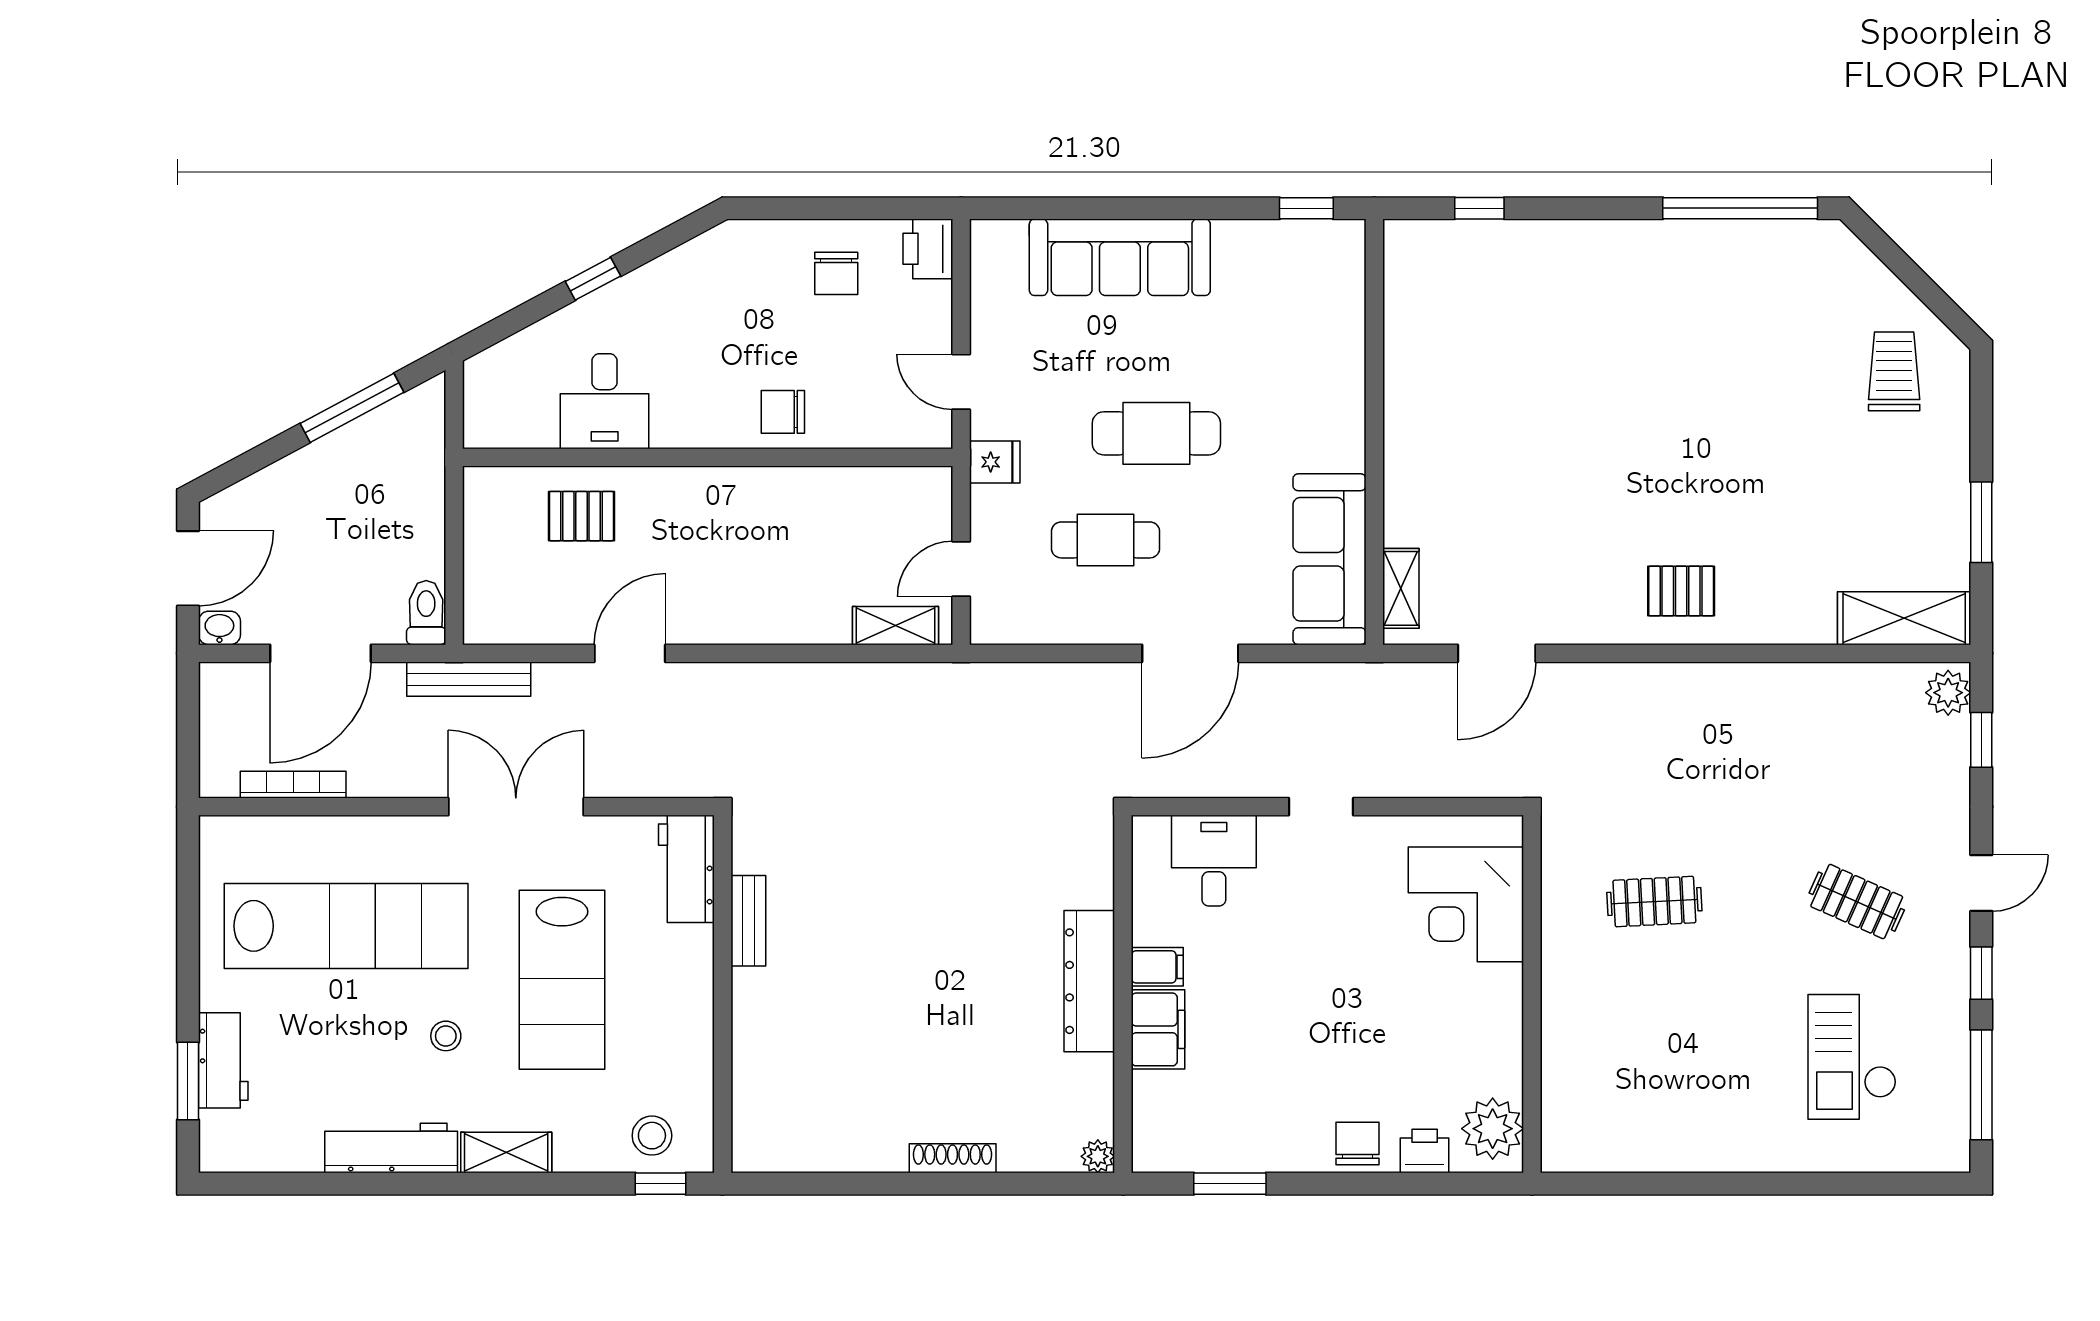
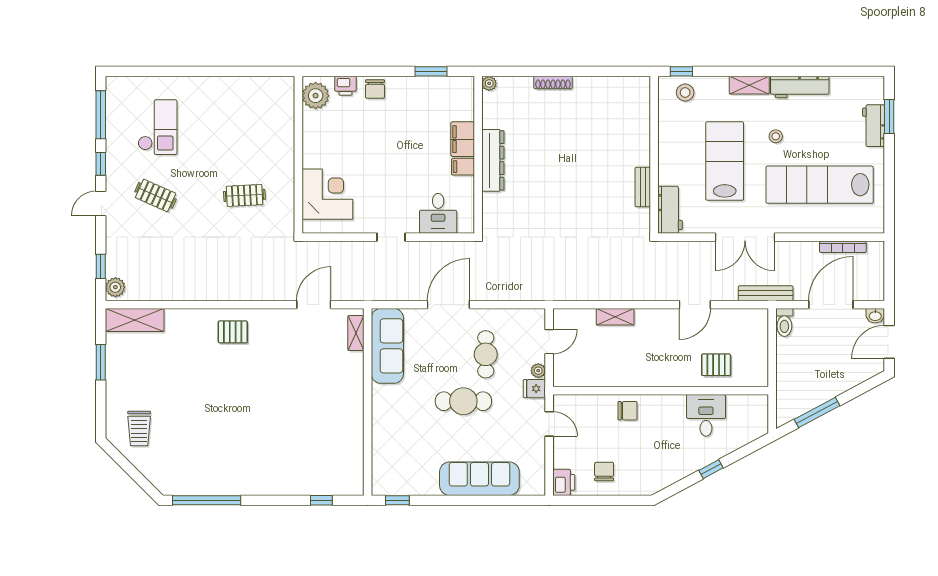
plant: (986, 503) -> (538, 371), added
cafe table: (1106, 540) -> (486, 354), turned 90
shelving: (896, 626) -> (615, 317), moved

